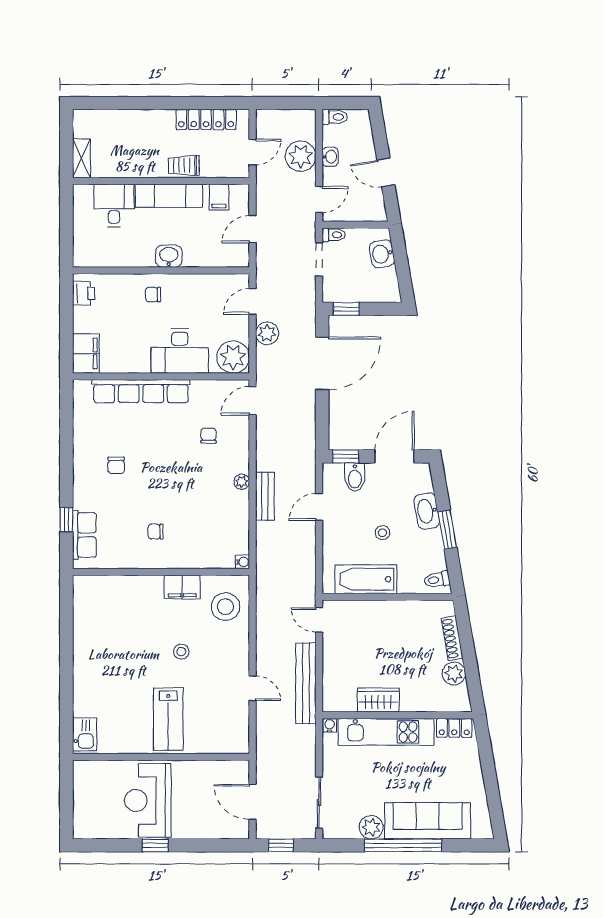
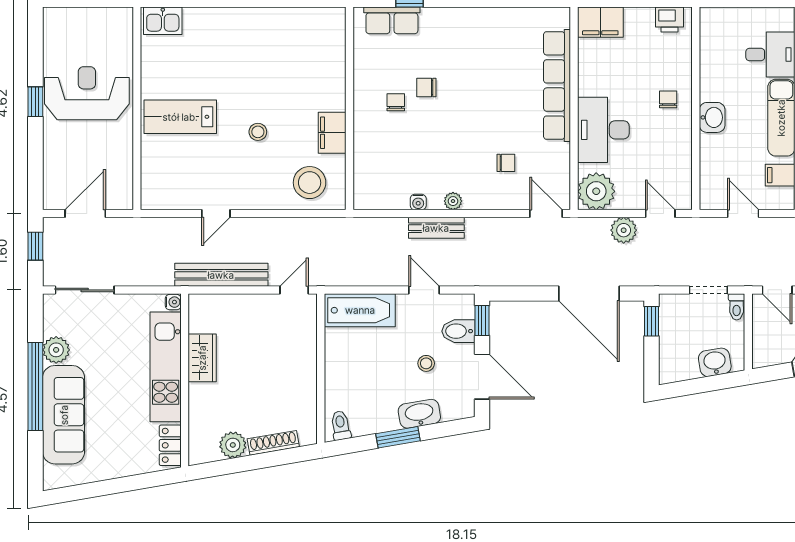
chair: (116, 465) -> (426, 88), moved
stool: (382, 533) -> (426, 363), moved
water cooler: (242, 562) -> (418, 202), moved
bathtub: (366, 579) -> (360, 310), moved, turned 90

